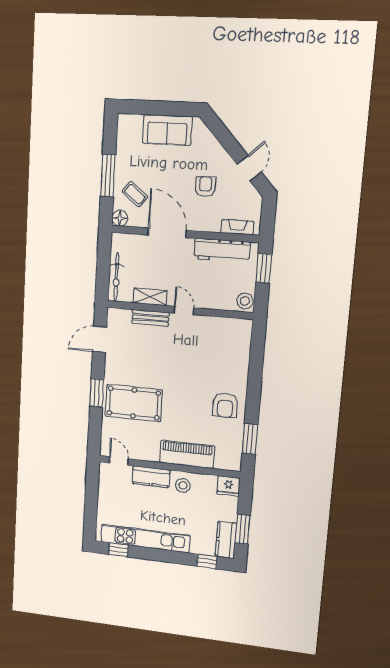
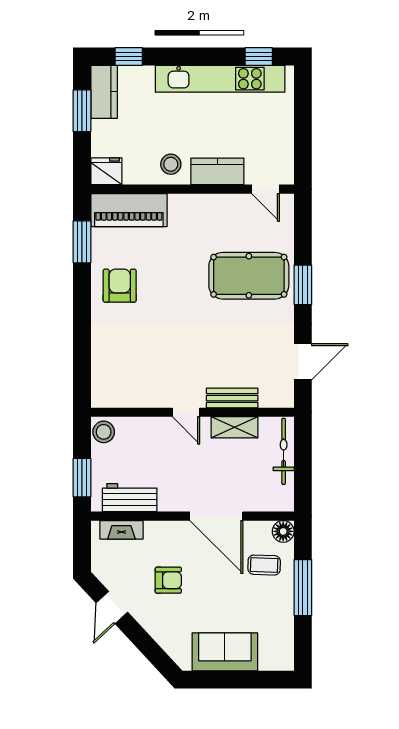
armchair: (205, 187) -> (168, 580), turned -90
coffee table: (135, 194) -> (264, 565), turned -36
workbench: (222, 250) -> (130, 498), width x0.73
piano: (187, 454) -> (129, 210), moved

